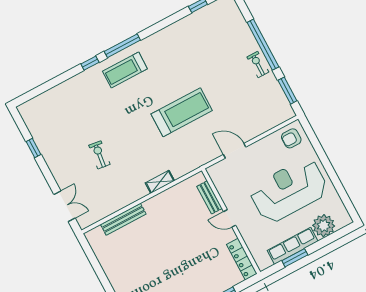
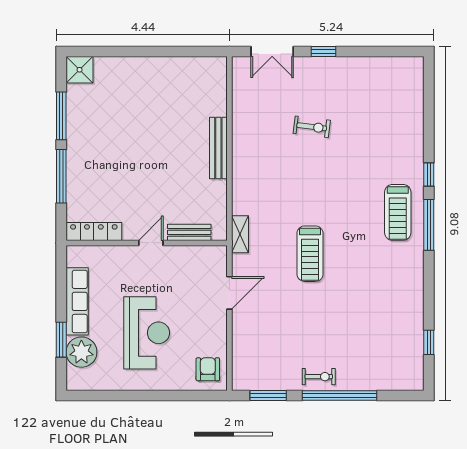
treadmill: (125, 70) -> (398, 212), turned 180
treadmill: (182, 112) -> (310, 254), width x0.73, depth x0.73
window: (33, 148) -> (324, 51), moved
shelving: (160, 182) -> (240, 234), moved
reception desk: (289, 190) -> (147, 333), width x0.74, depth x0.77
bench: (123, 219) -> (218, 148), moved
window: (295, 258) -> (61, 340), moved

